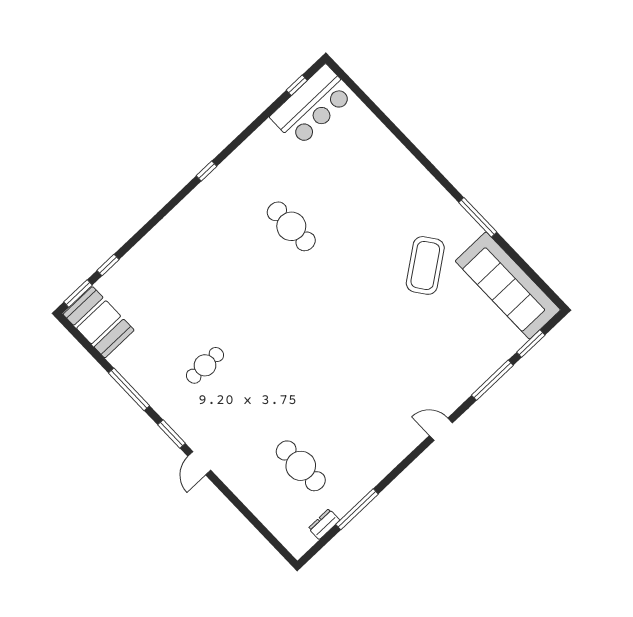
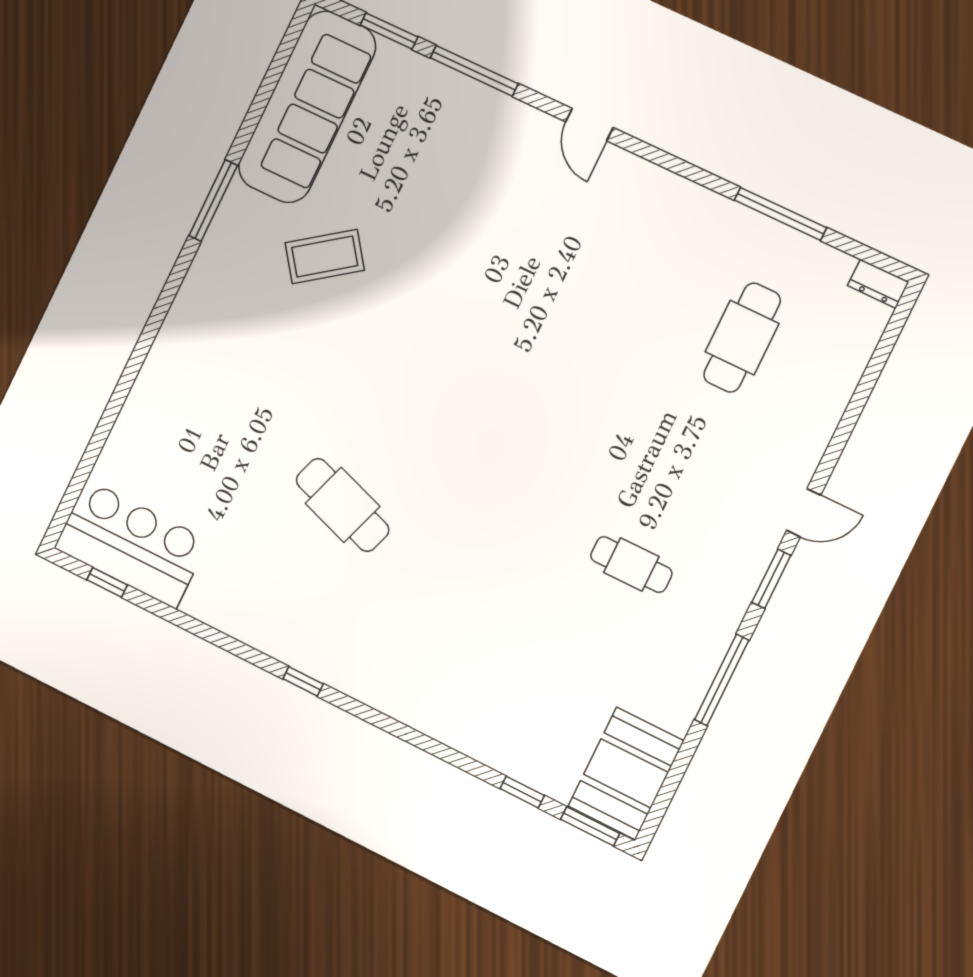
cafe table: (291, 226) -> (343, 505), turned -71
coffee table: (425, 265) -> (325, 256), width x0.73, depth x0.76
dresser: (324, 524) -> (878, 284), moved

